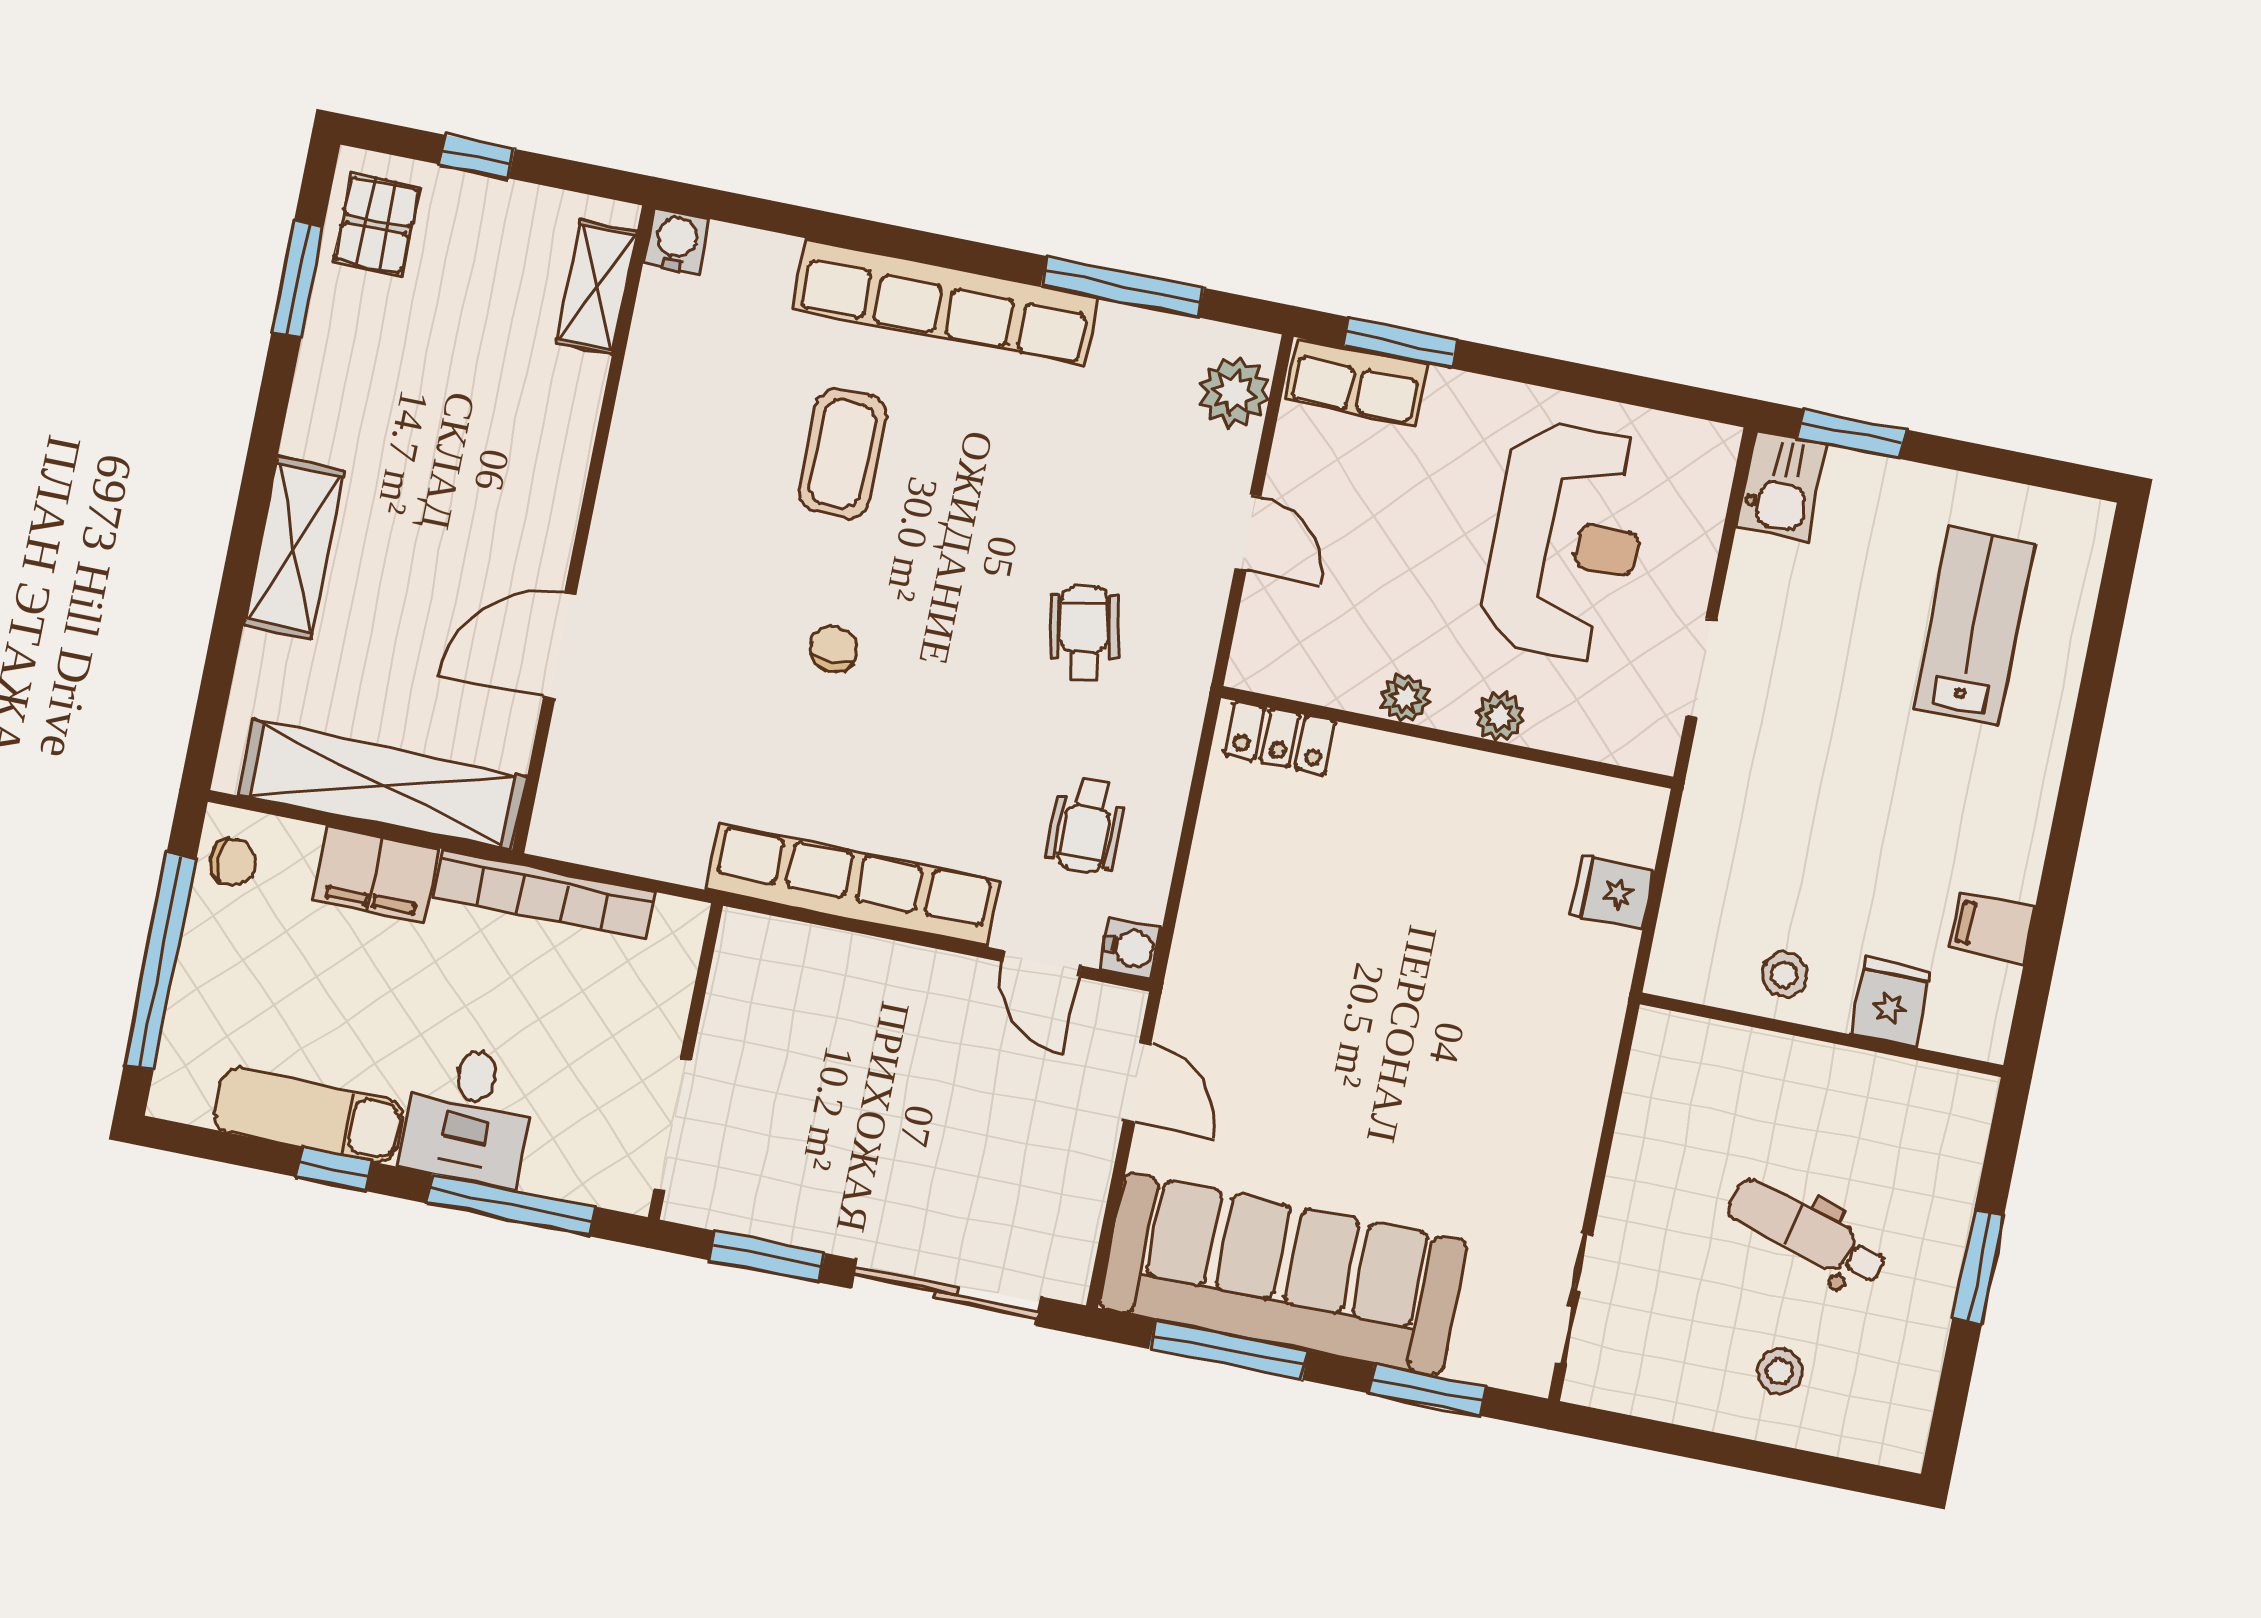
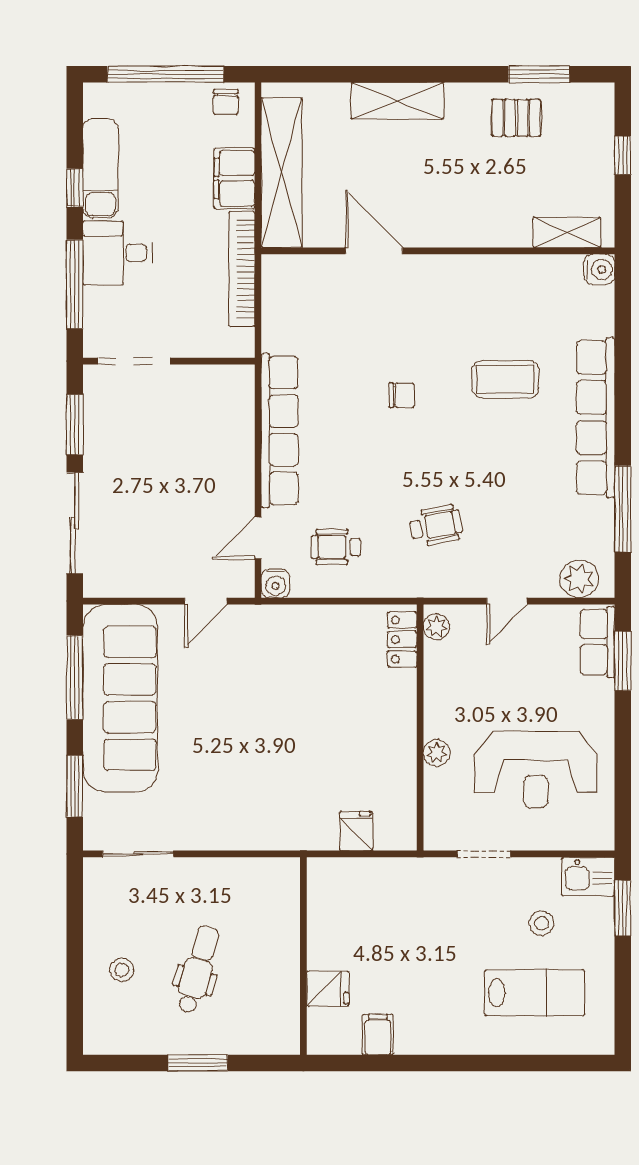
pallet: (376, 225) -> (516, 118), moved
plant: (1405, 698) -> (436, 627), moved
stool: (1785, 975) -> (542, 923), moved

